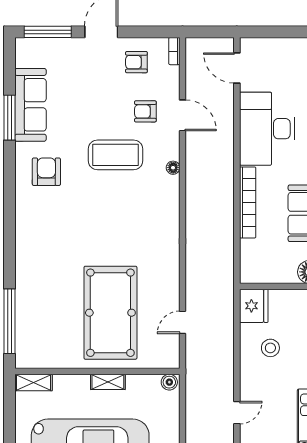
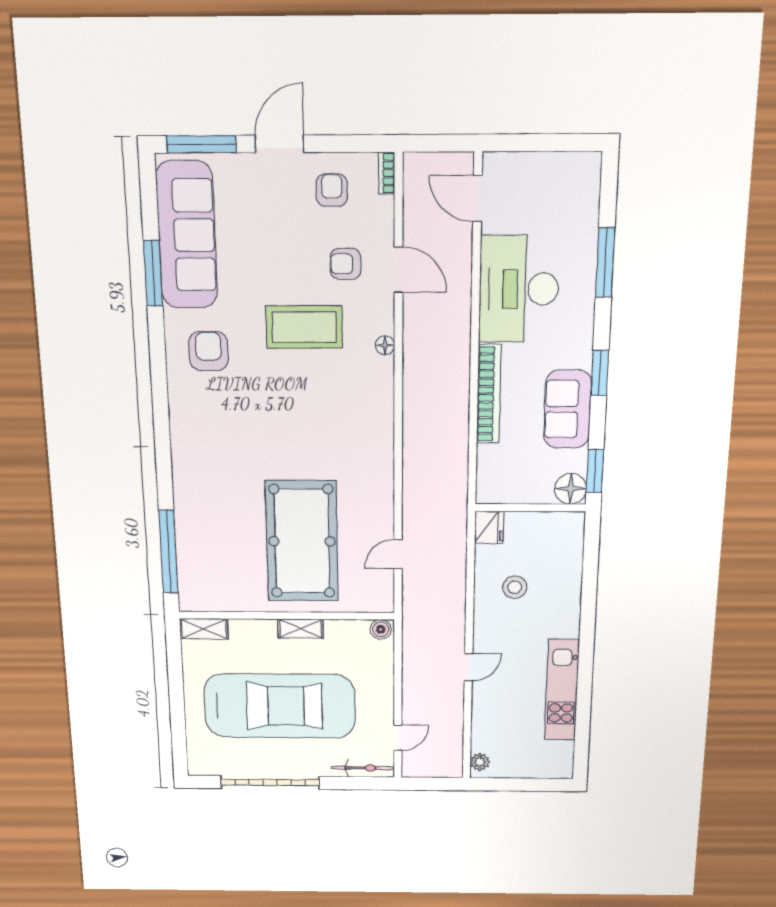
armchair: (136, 62) -> (332, 190), turned 90
sofa: (31, 105) -> (187, 235), width x1.36, depth x1.27
fridge: (254, 306) -> (489, 527), width x0.73, depth x0.75

